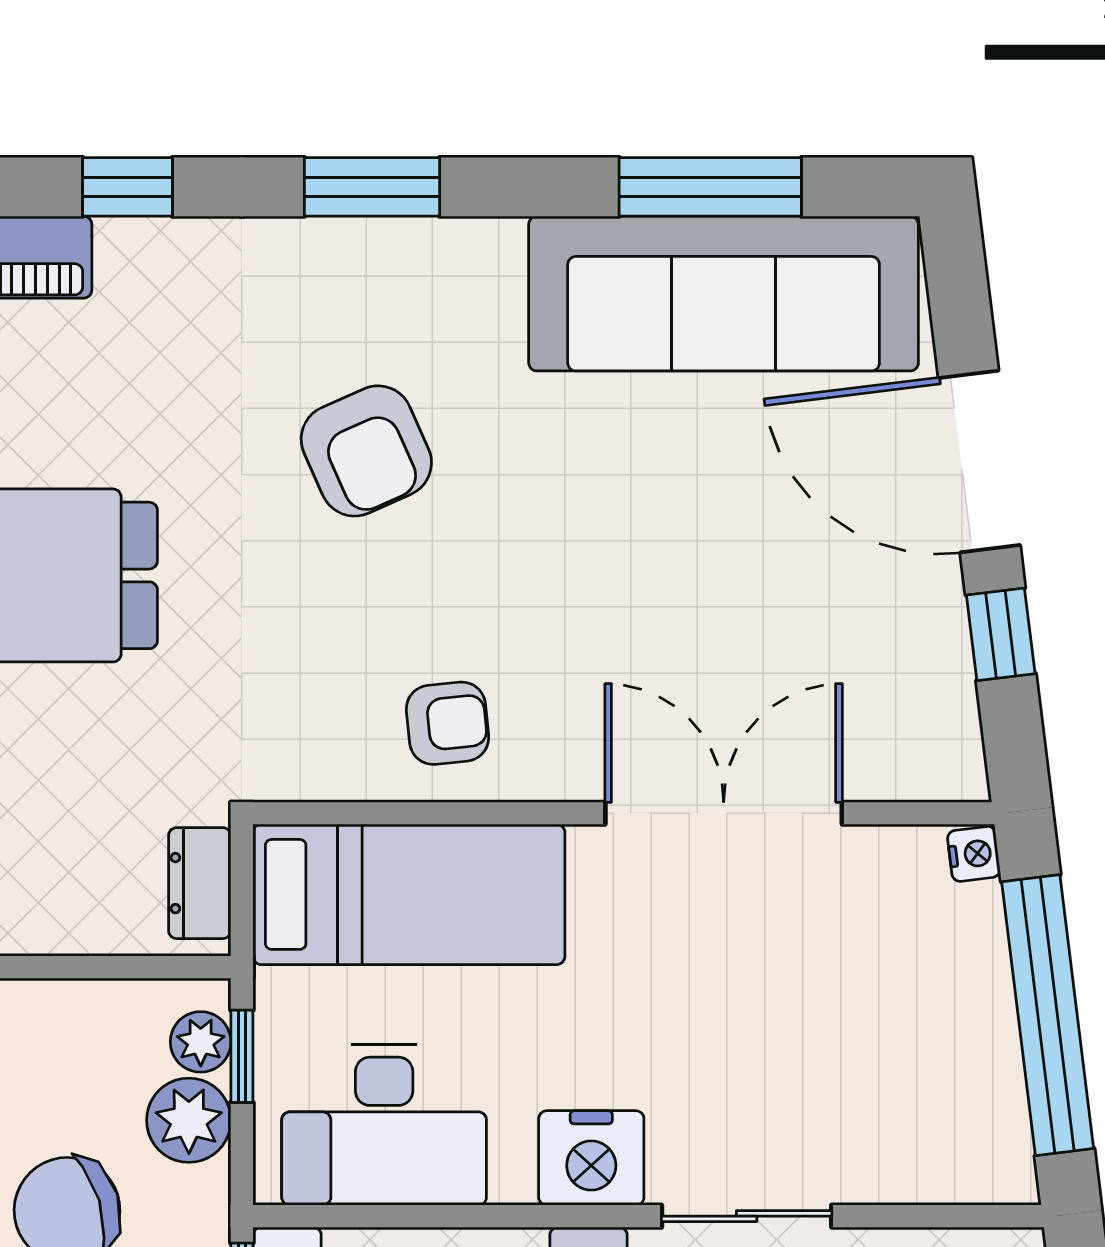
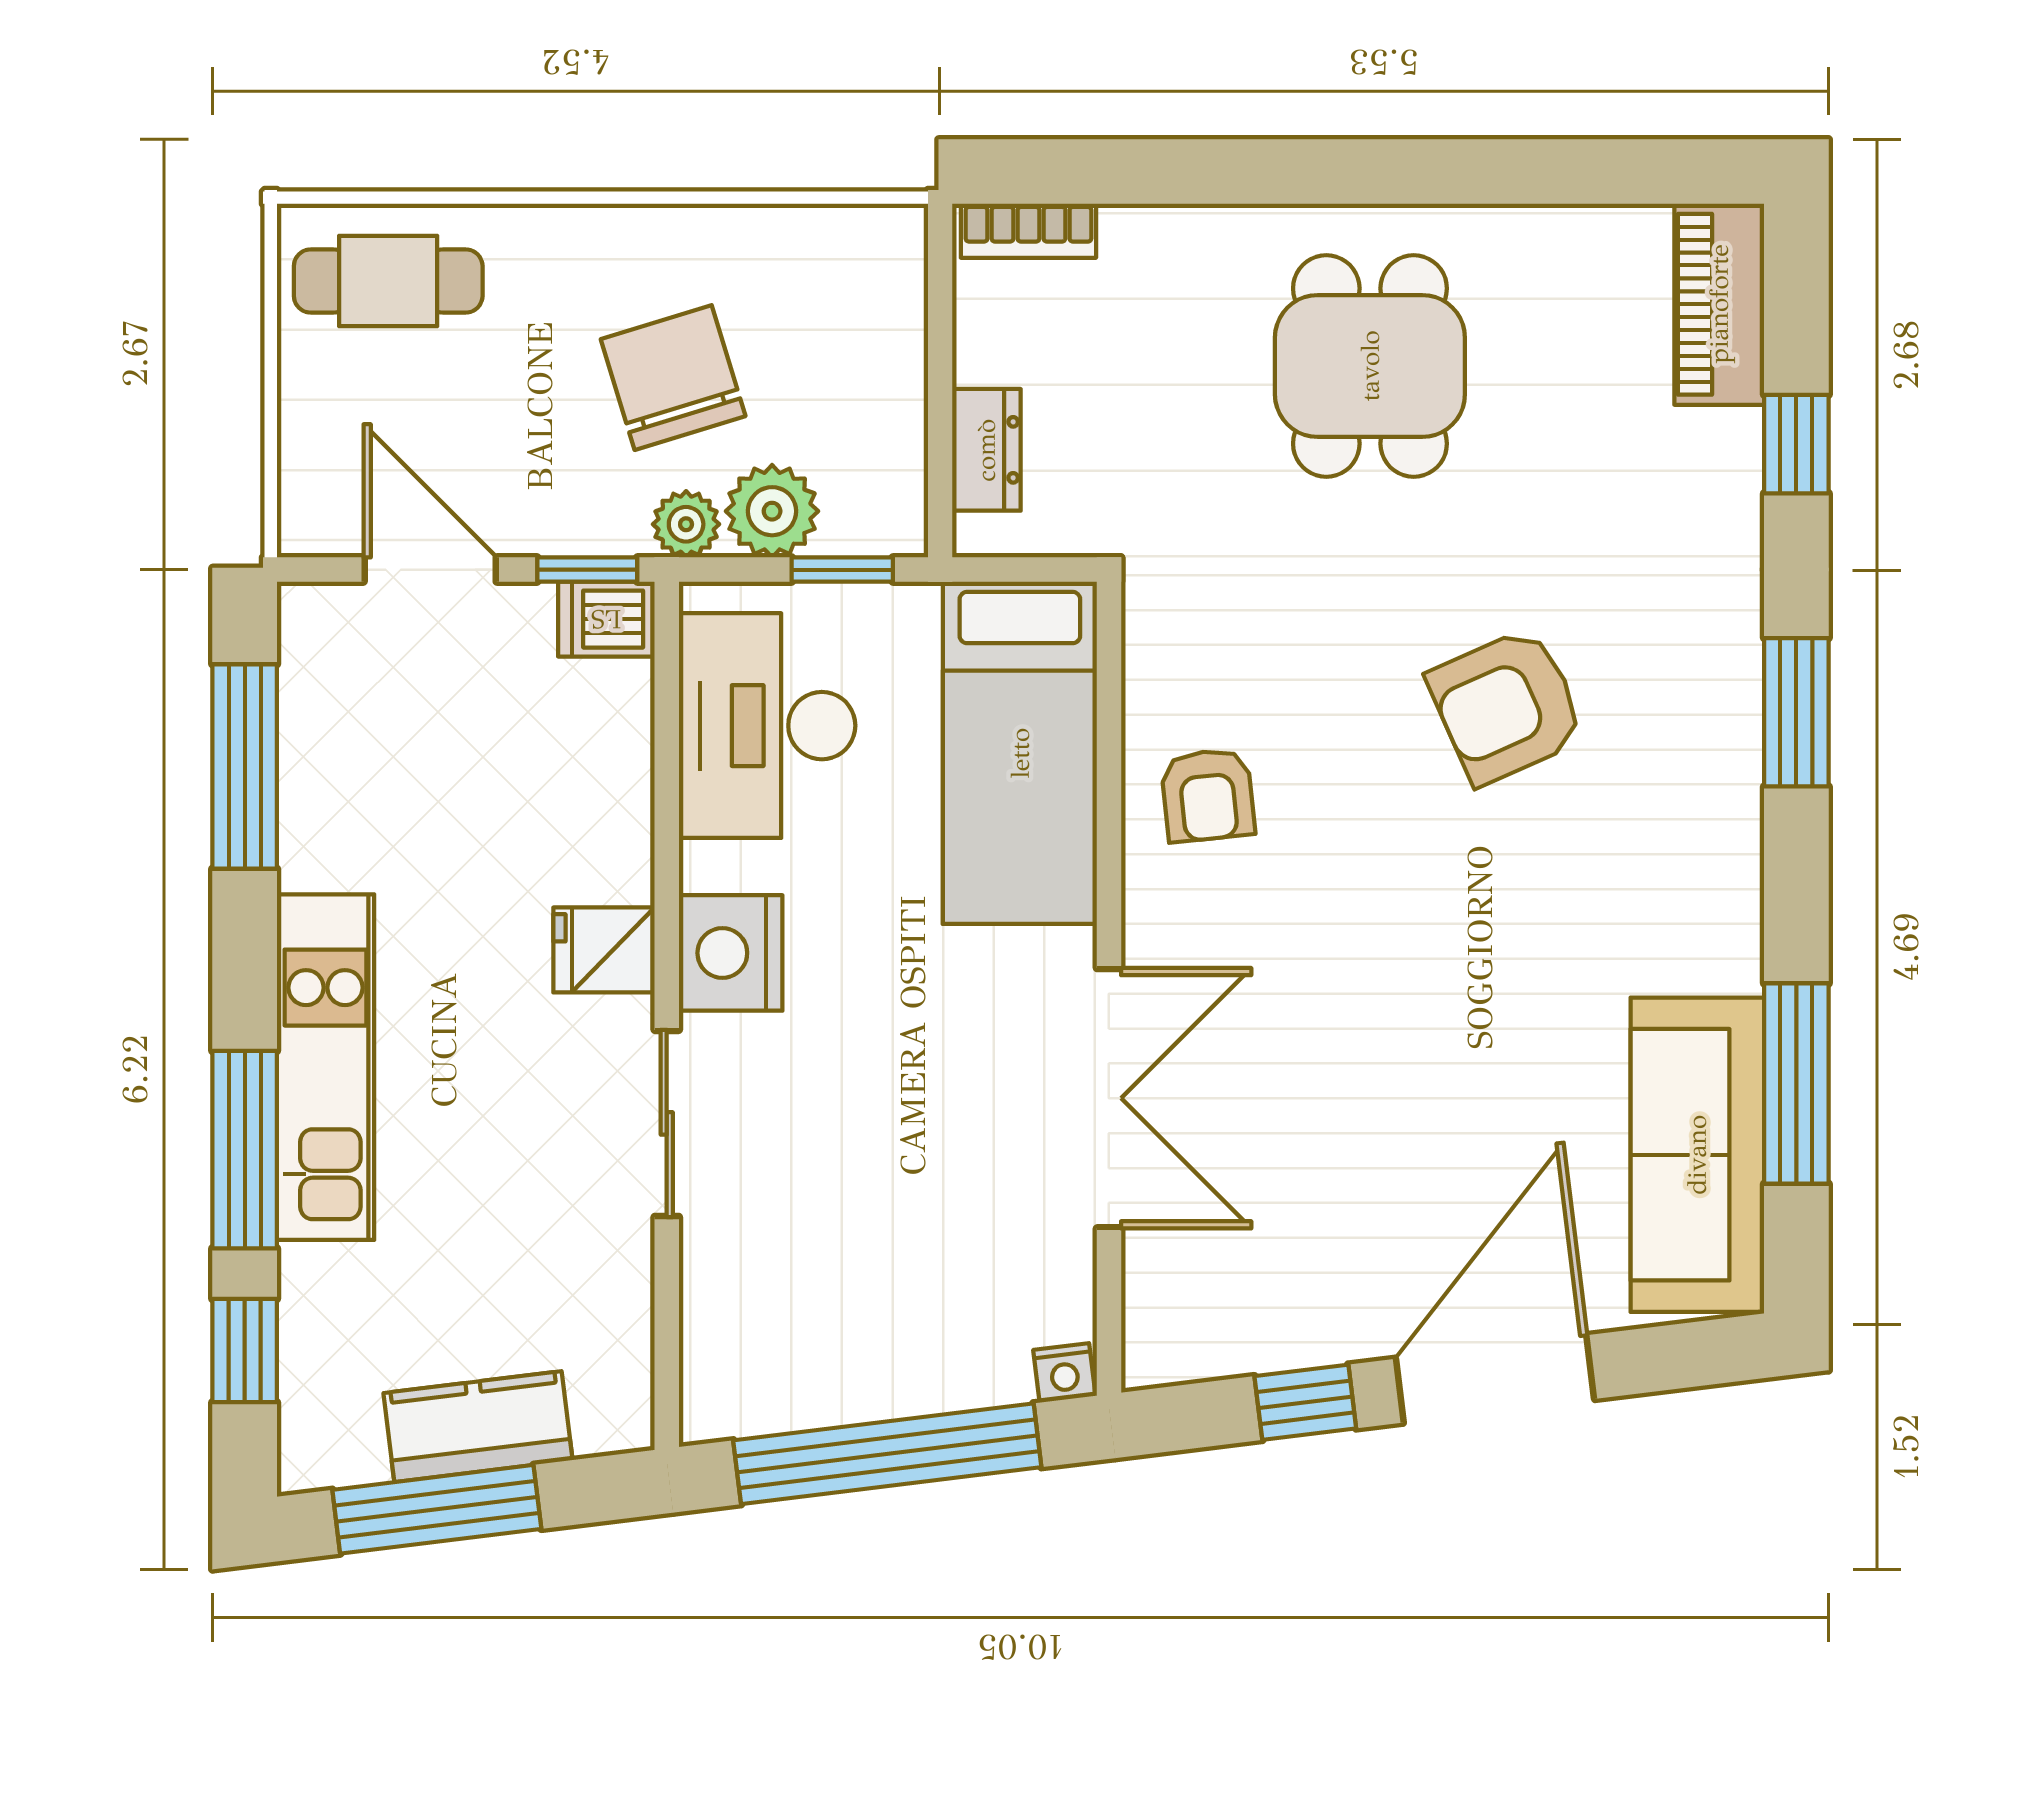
sofa: (724, 294) -> (1697, 1155), width x0.74, depth x0.79
dresser: (200, 883) -> (986, 450), moved, turned 90
plant: (201, 1042) -> (686, 524), moved

